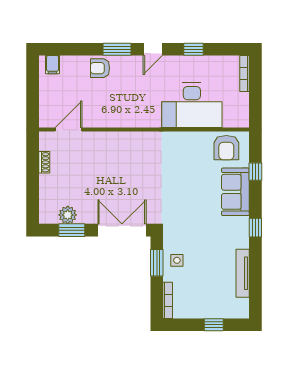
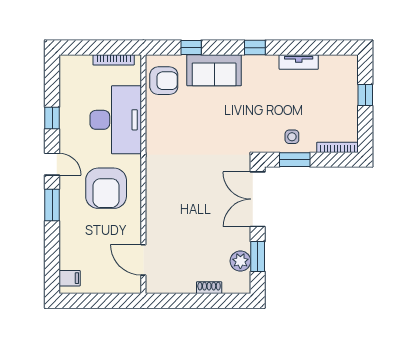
armchair: (100, 68) -> (106, 188), moved, width x1.88, depth x1.88
bookcase: (245, 74) -> (114, 60), moved
shoe rack: (44, 162) -> (209, 288), moved
tv unit: (243, 273) -> (299, 62), width x0.71

